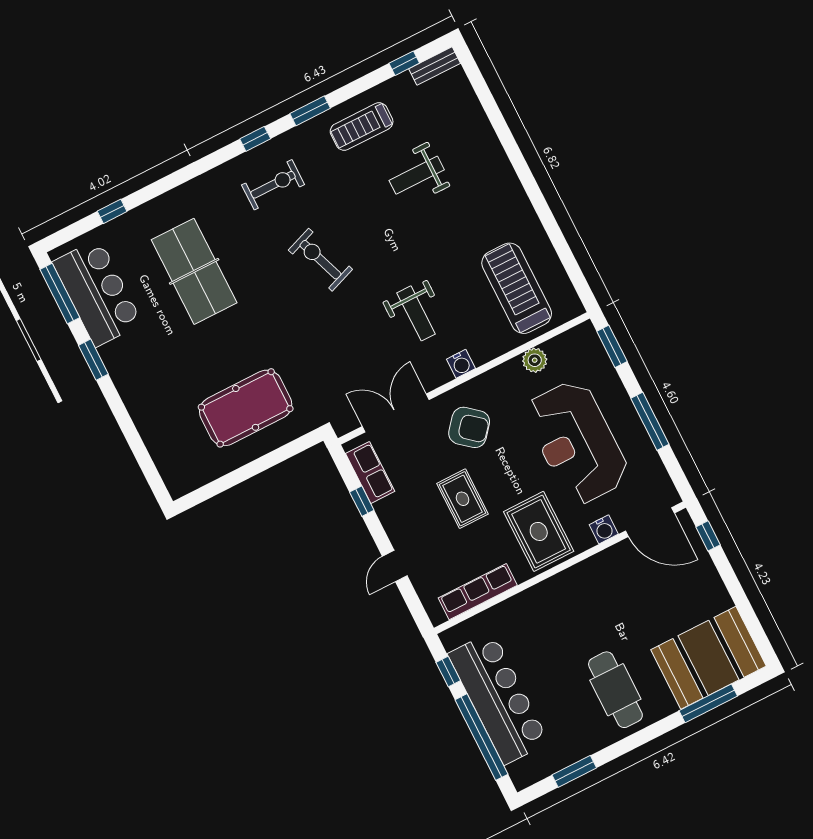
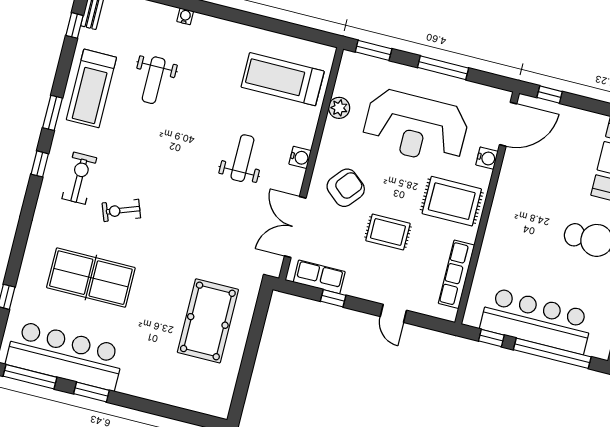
treadmill: (362, 127) -> (91, 88), width x1.37, depth x1.37
water cooler: (497, 154) -> (185, 16), added
exercise bike: (320, 260) -> (121, 210), moved, width x0.73, depth x0.72
bar counter: (97, 293) -> (65, 356), width x1.36
weight bench: (416, 313) -> (242, 158), turned -90

